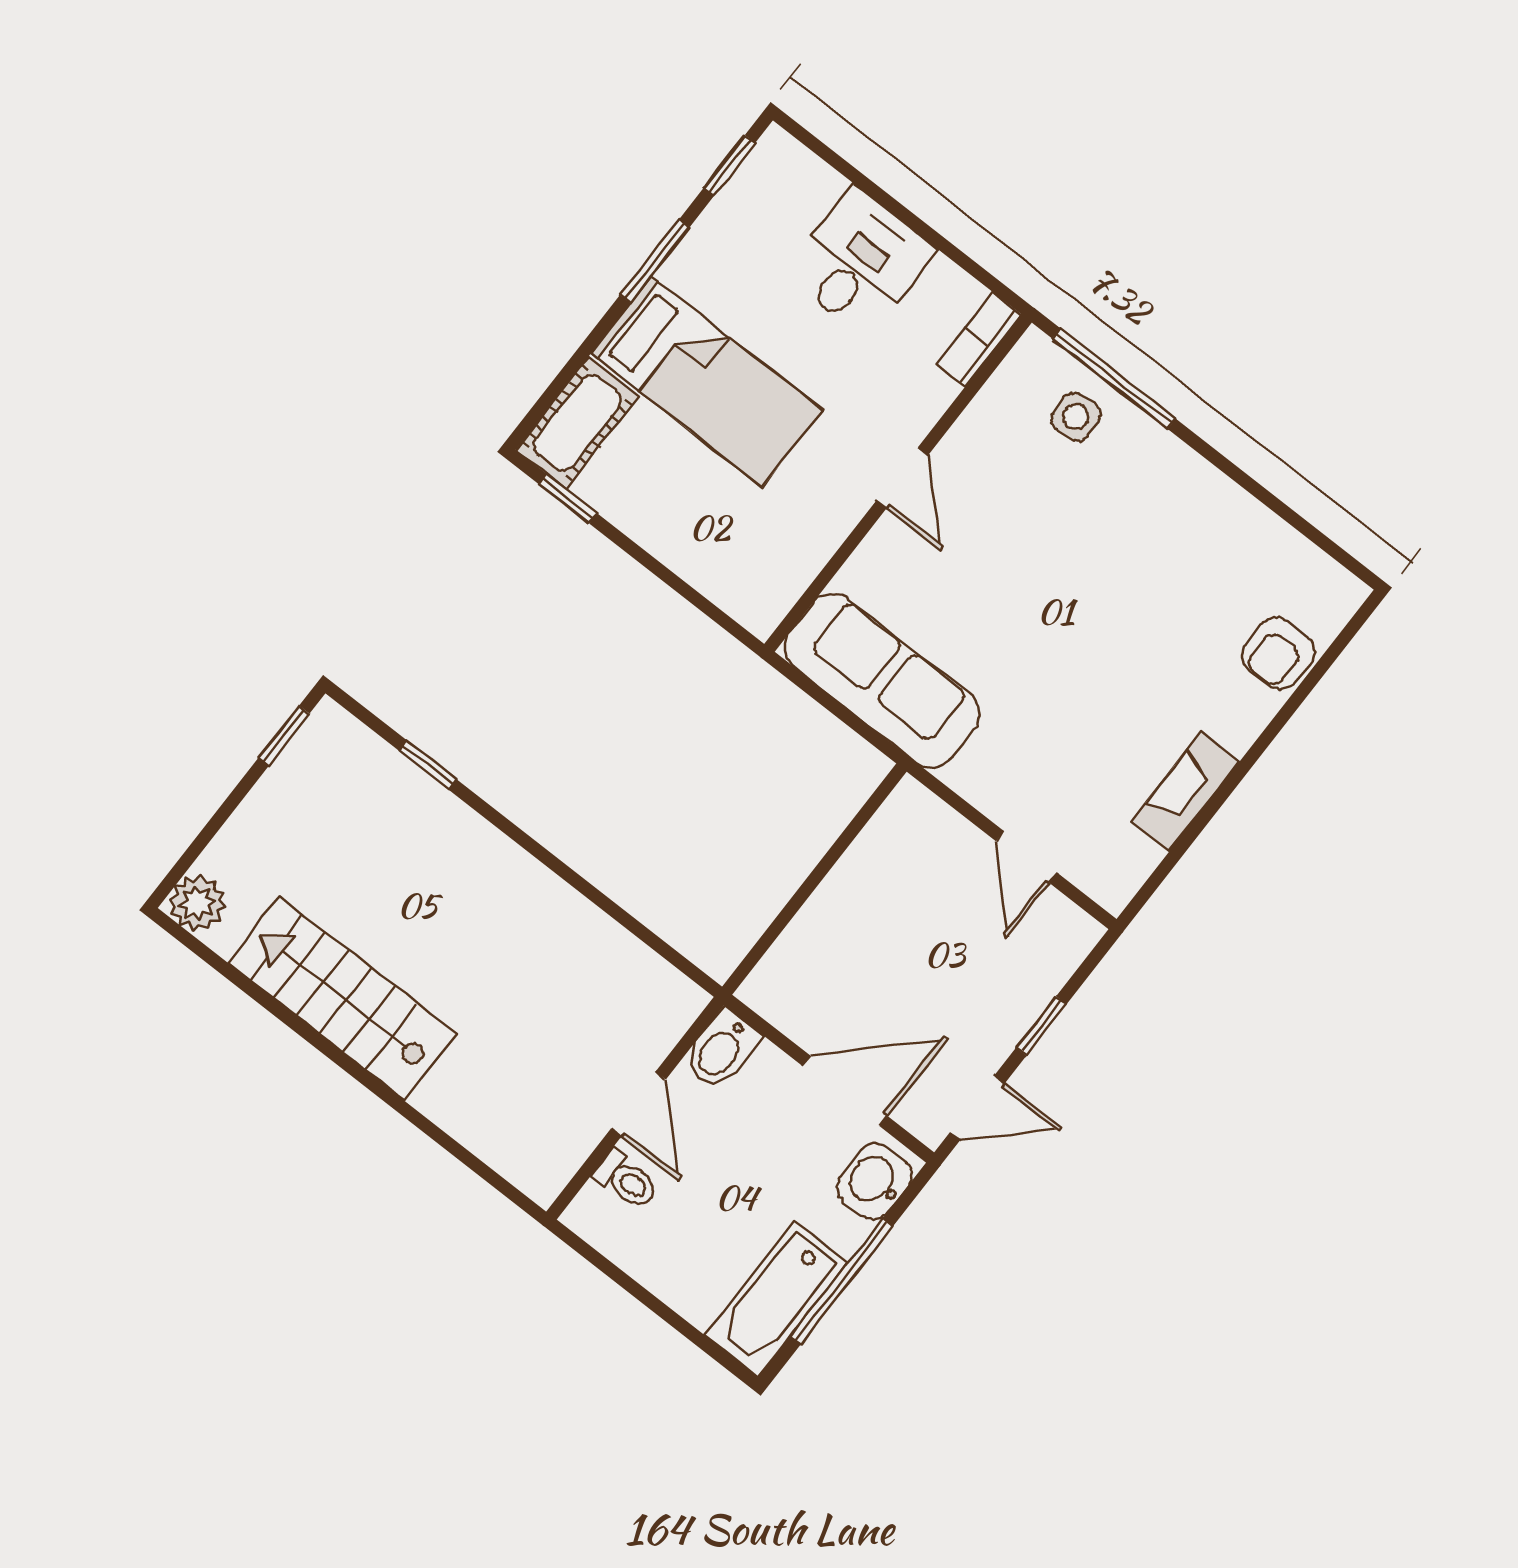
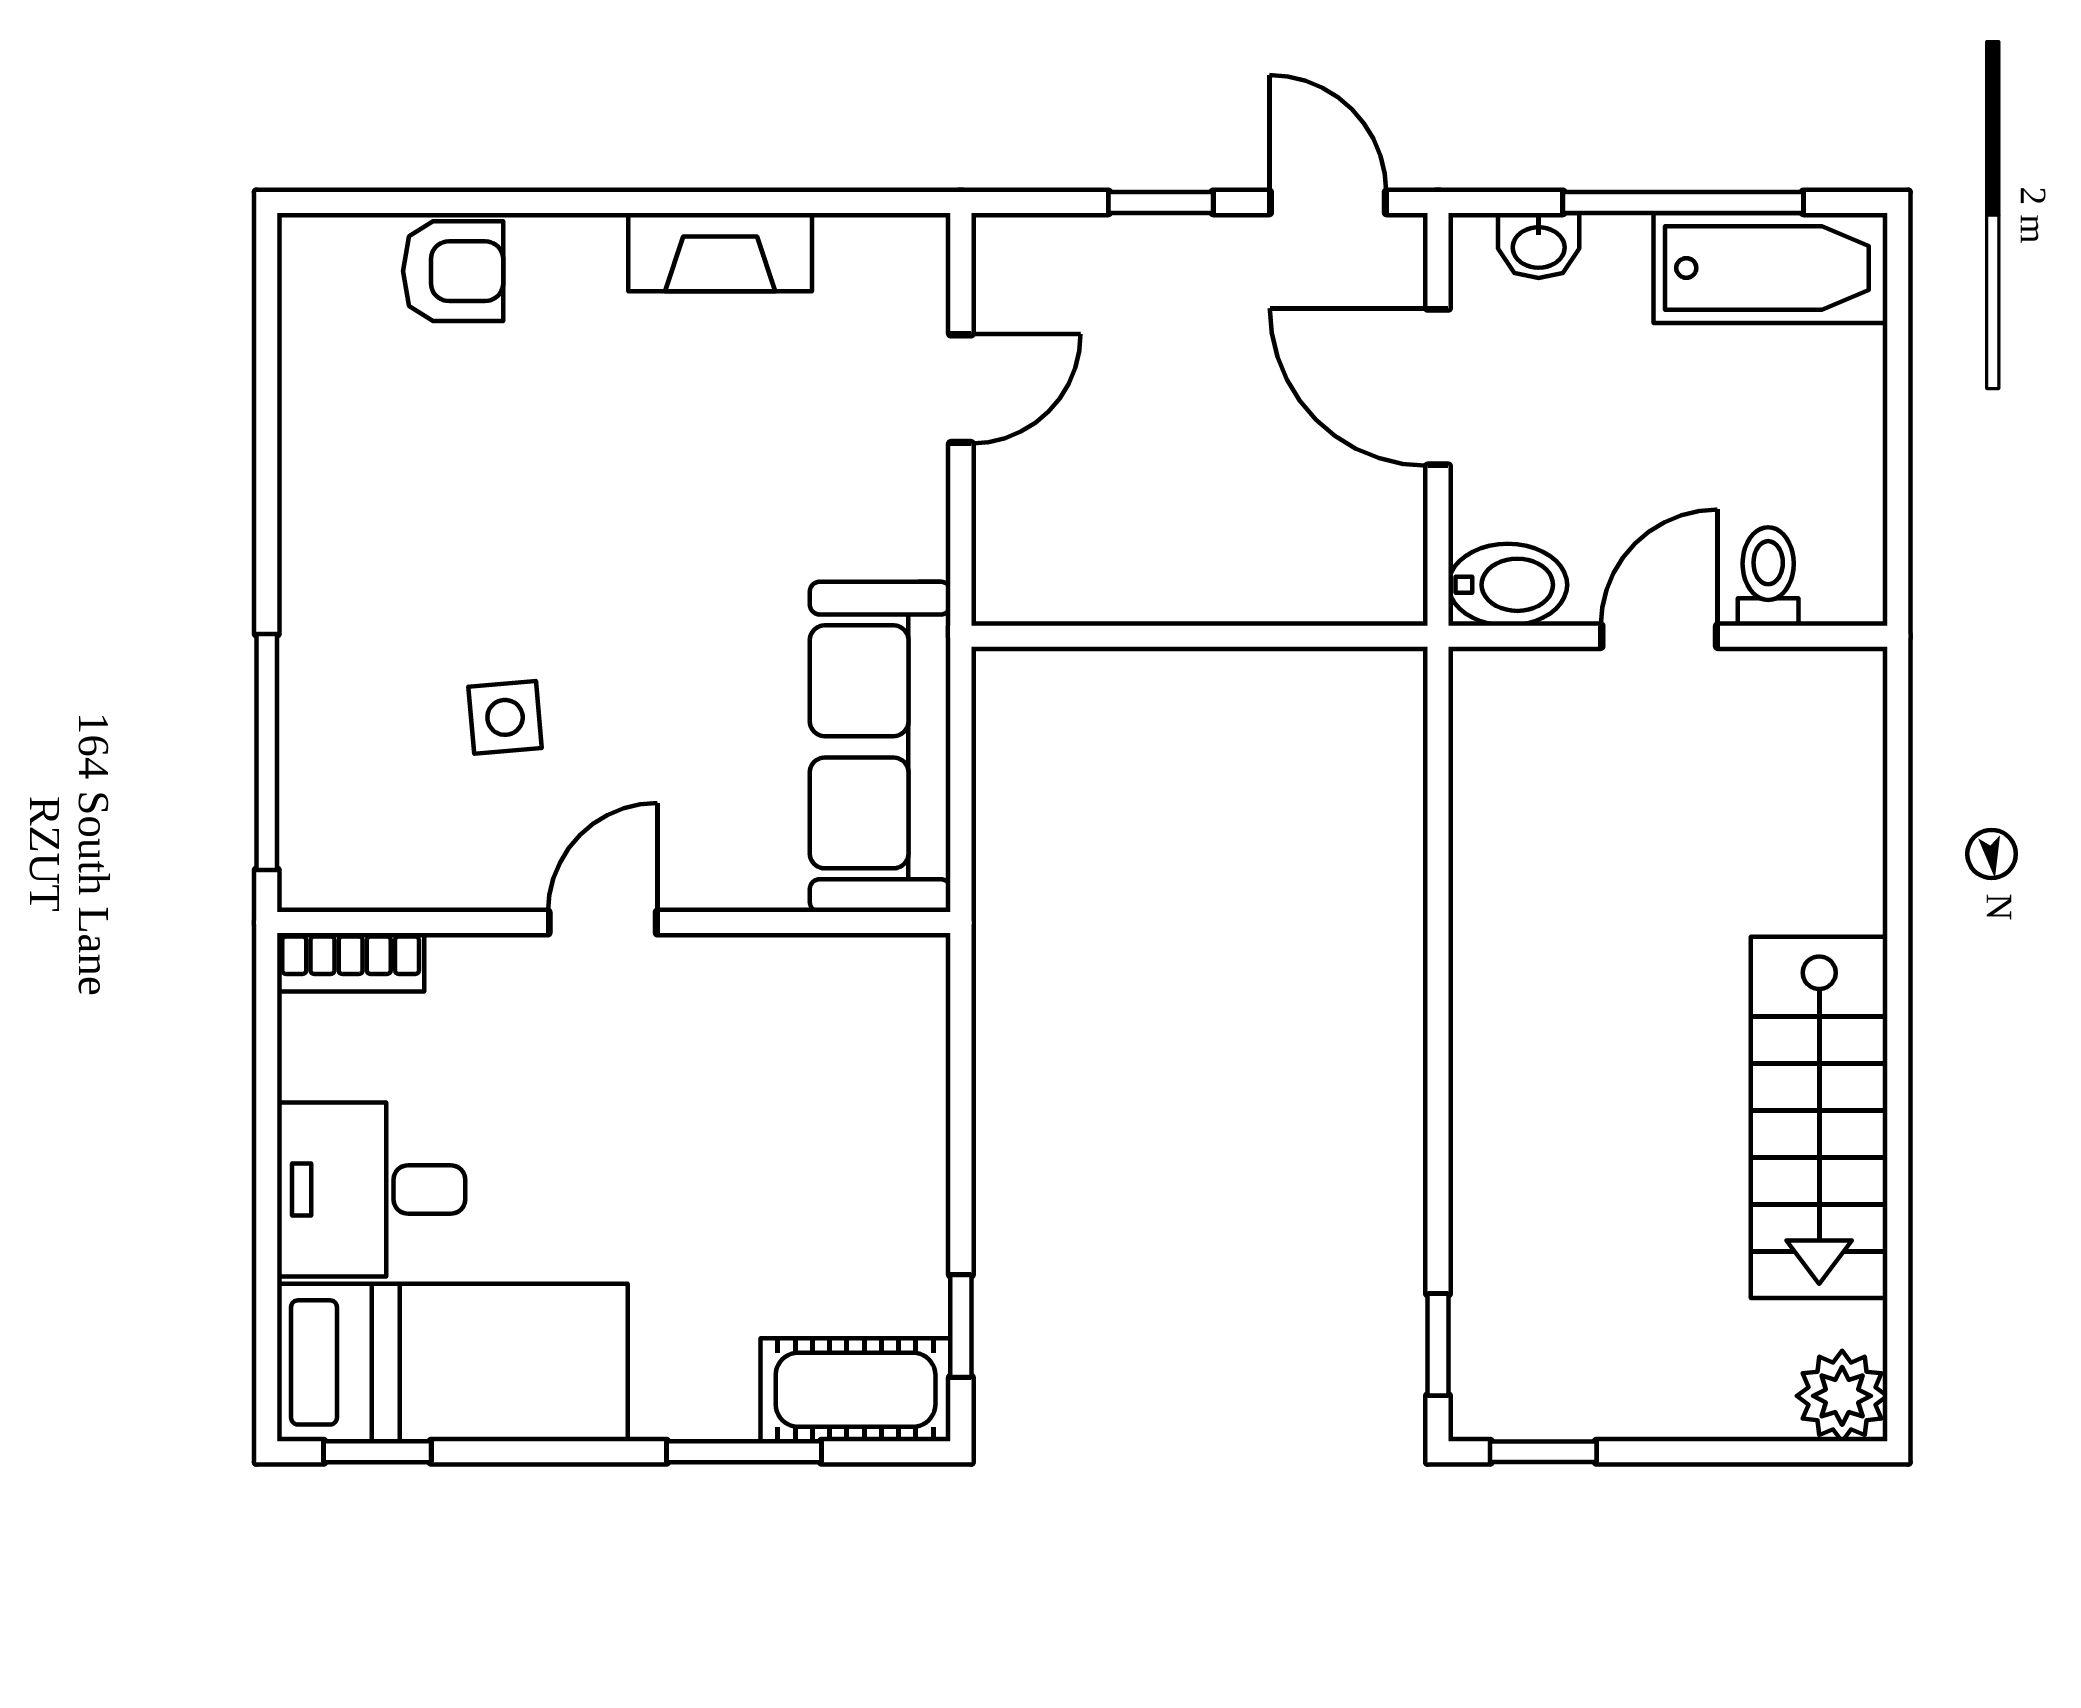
window: (655, 261) -> (744, 1452), moved
bed: (707, 382) -> (452, 1362), moved, turned 90
side table: (1076, 417) -> (505, 717), moved
window: (428, 765) -> (1438, 1345), moved
washbasin: (874, 1181) -> (1539, 246), width x0.72, depth x0.69

